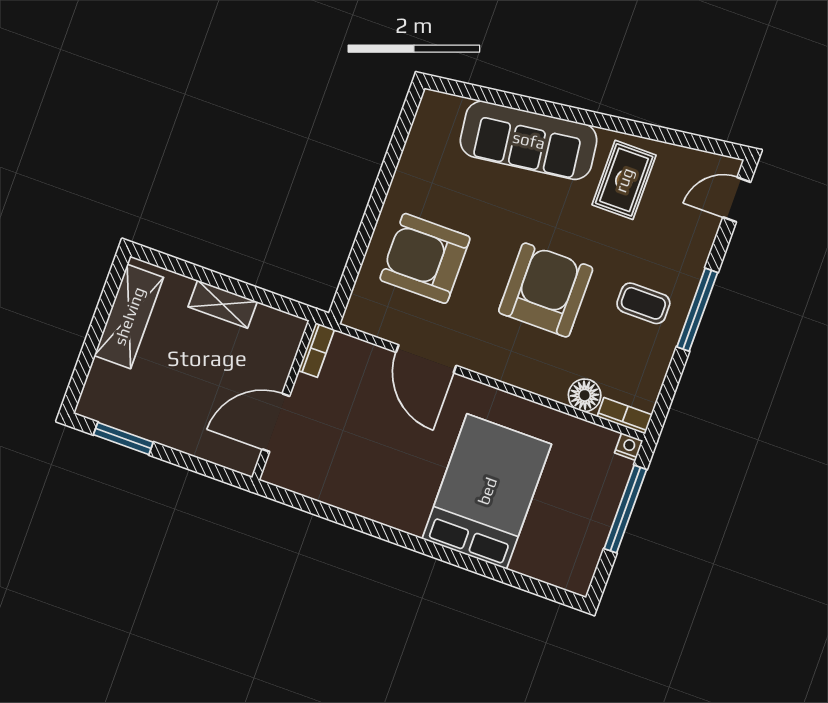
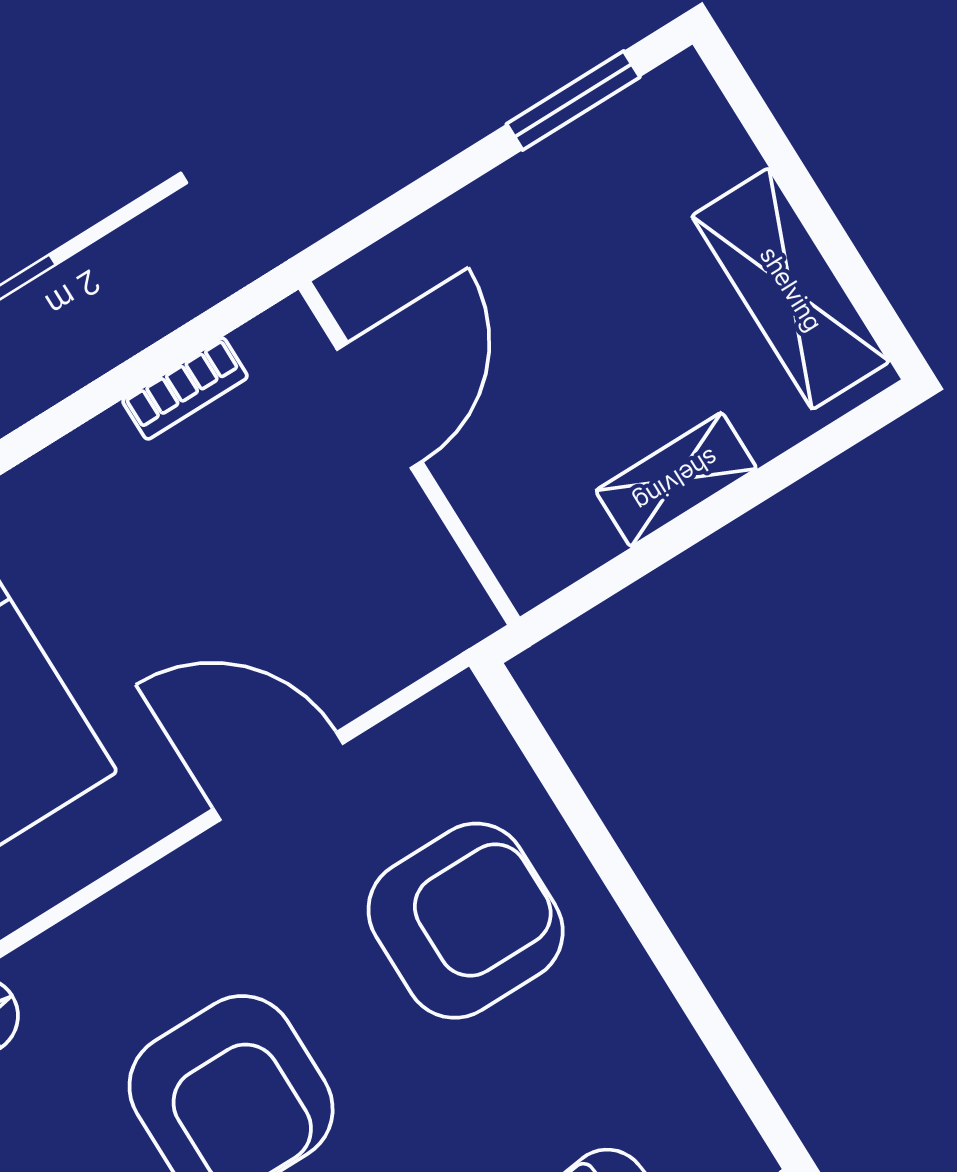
bookcase: (316, 350) -> (185, 389), moved, turned -90

